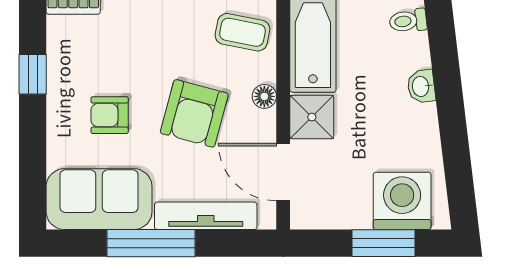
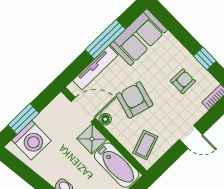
coffee table: (242, 32) -> (145, 145), turned -31
floor lamp: (264, 96) -> (105, 119), moved
armchair: (110, 115) -> (183, 81), moved

